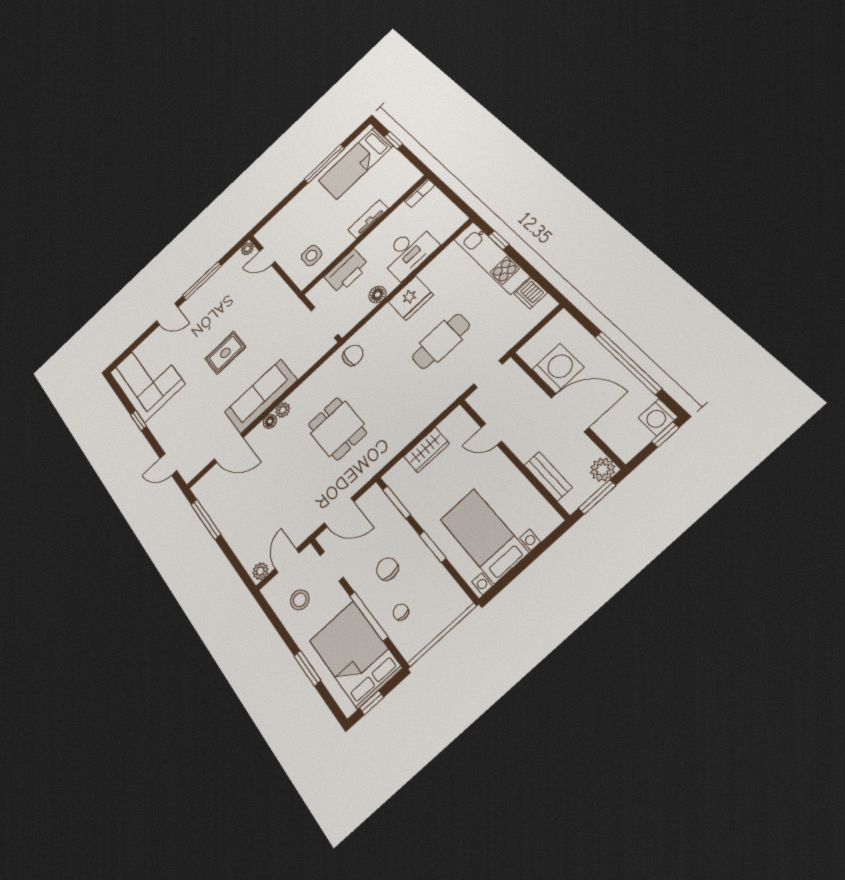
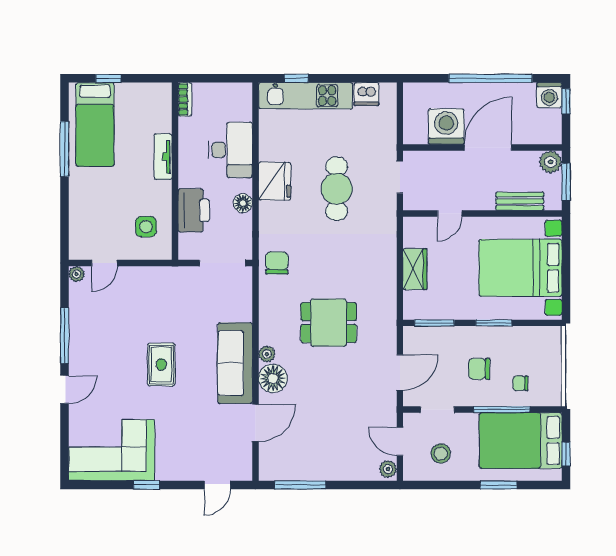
floor lamp: (270, 421) -> (273, 378), width x1.89, depth x1.89
bed with nightstands: (484, 536) -> (520, 268), width x1.36

